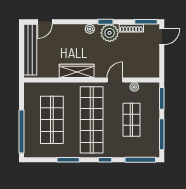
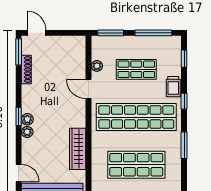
window: (105, 22) -> (19, 116), moved
plant: (110, 33) -> (27, 132), moved, width x0.53, depth x0.53
wardrobe: (77, 71) -> (78, 149), moved
trolley: (117, 151) -> (173, 87), added
window: (140, 160) -> (184, 59), width x0.46

